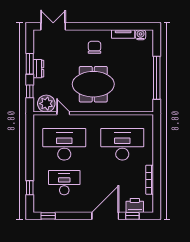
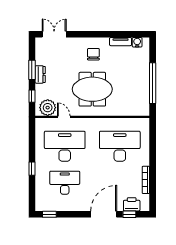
window: (30, 188) -> (32, 169), moved

